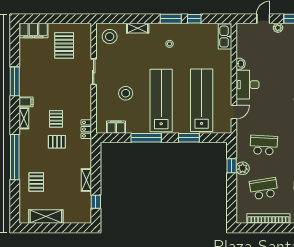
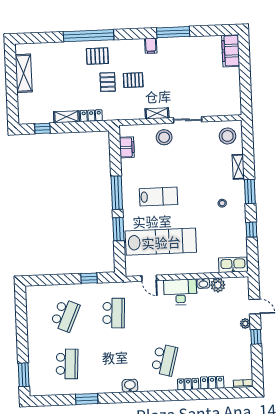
window: (171, 19) -> (250, 192), moved
pallet: (64, 45) -> (216, 86), removed
stool: (126, 93) -> (164, 137), moved
lab bench: (161, 101) -> (159, 197), width x0.54, depth x0.72
shelving: (24, 118) -> (157, 113), moved
locker: (86, 129) -> (91, 116), moved
window: (146, 138) -> (117, 193), moved
plant: (243, 168) -> (218, 285), moved
pallet: (36, 182) -> (97, 56), moved
school desk: (264, 189) -> (65, 315), turned 33
bookcase: (268, 219) -> (32, 322), removed

